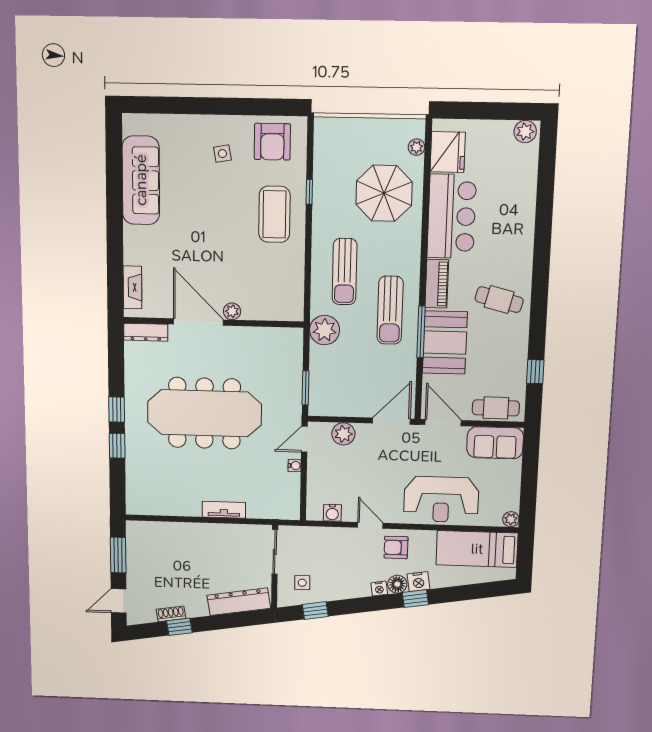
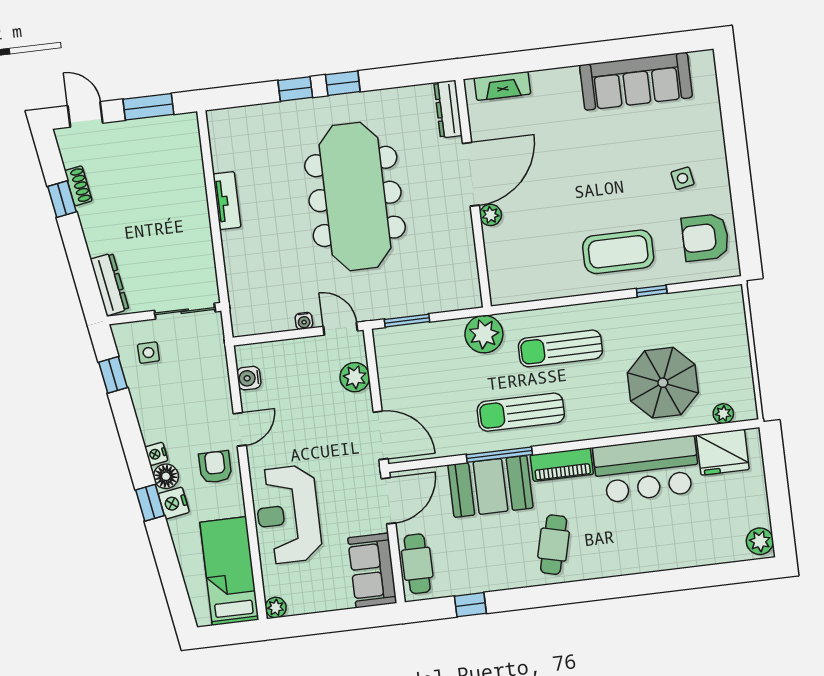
tv unit: (224, 510) -> (227, 201), moved
dresser: (239, 602) -> (110, 284), width x0.73, depth x0.80

